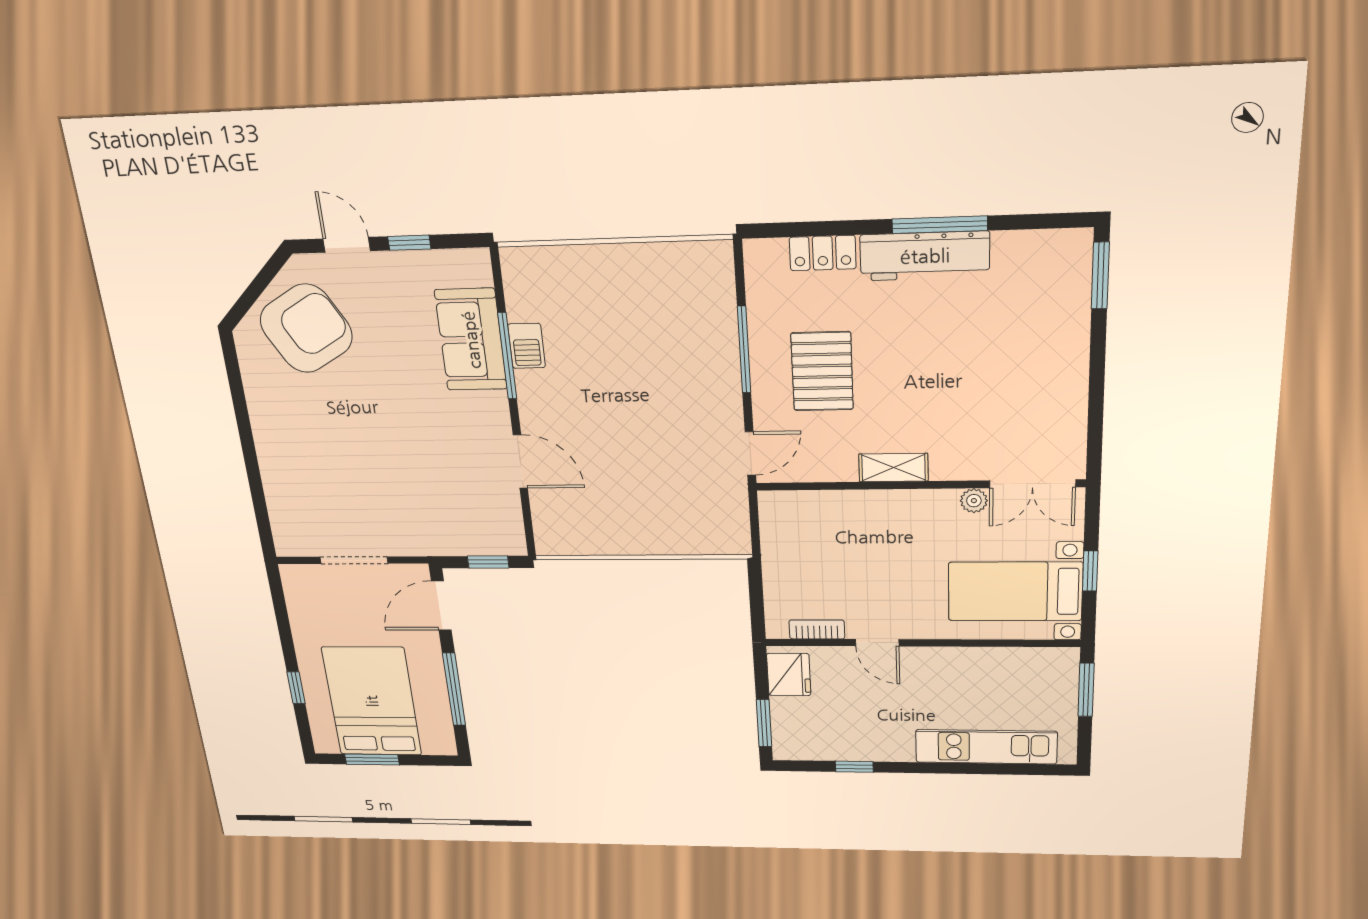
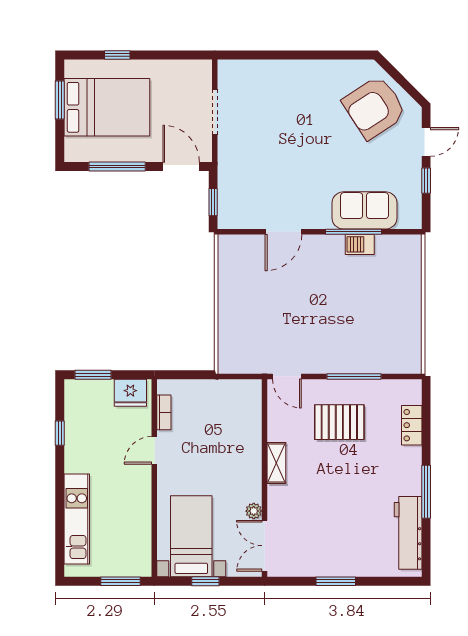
workbench: (925, 256) -> (408, 533), moved
window: (1100, 276) -> (336, 581), moved
armchair: (306, 328) -> (374, 107), turned 87

